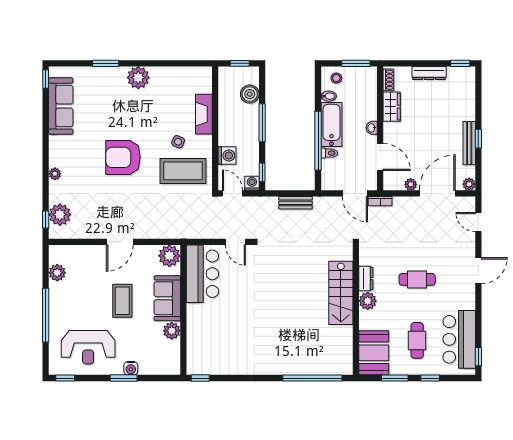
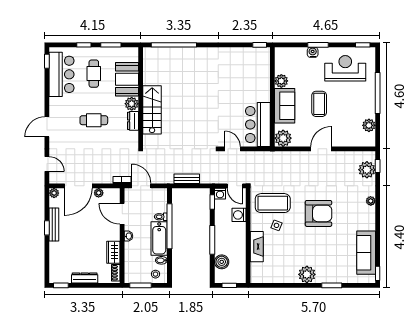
booth: (374, 353) -> (127, 79), moved

